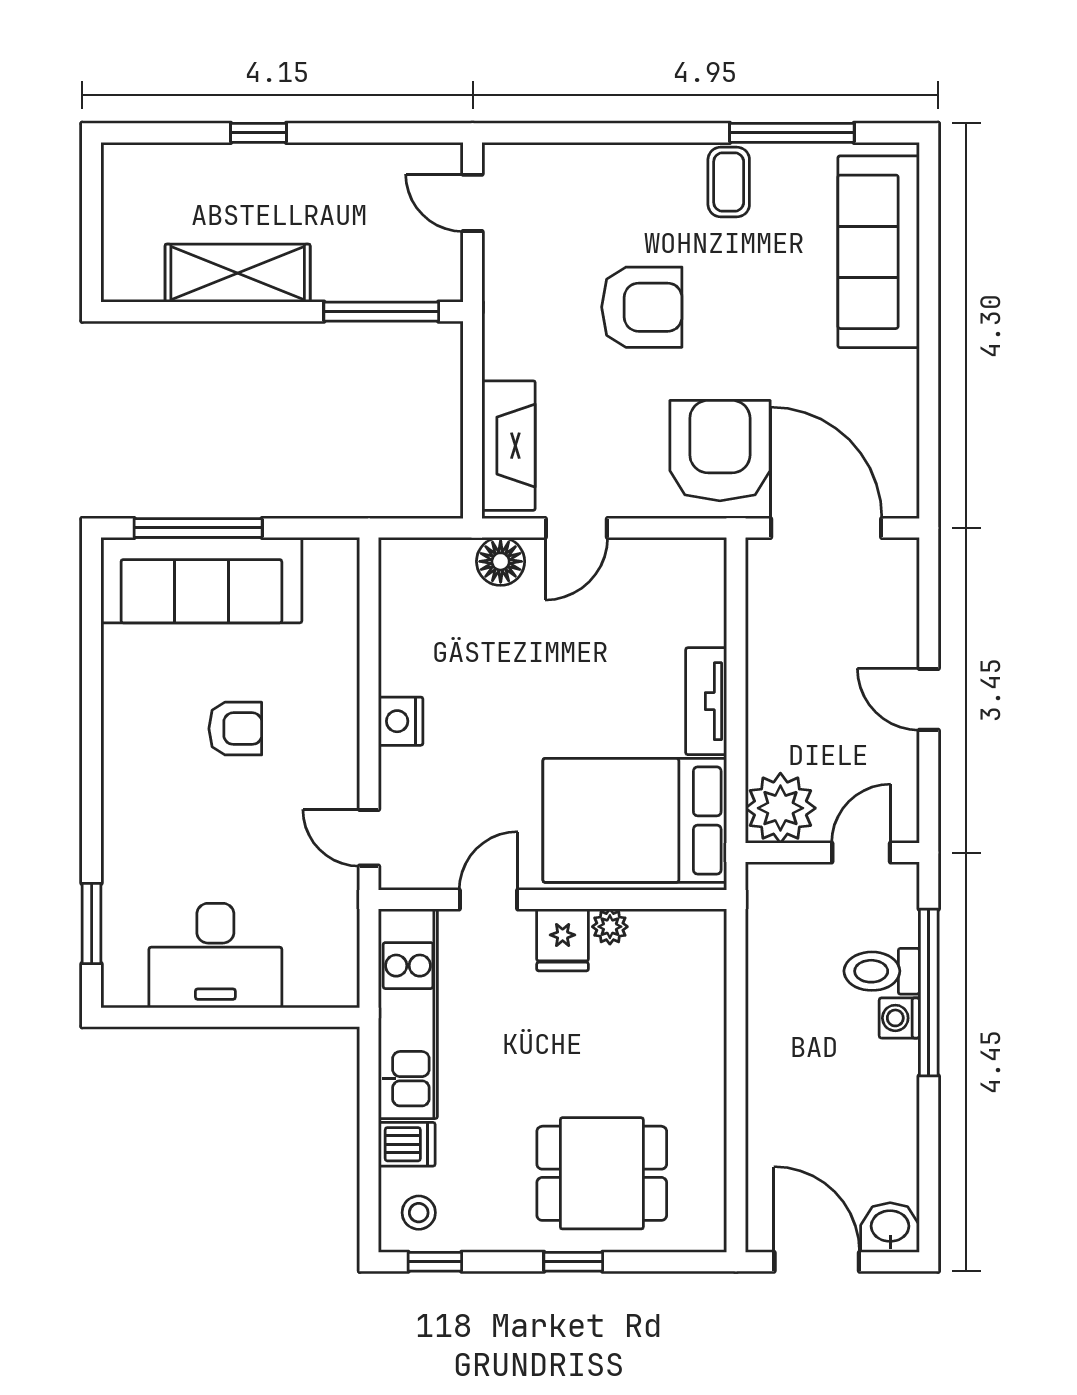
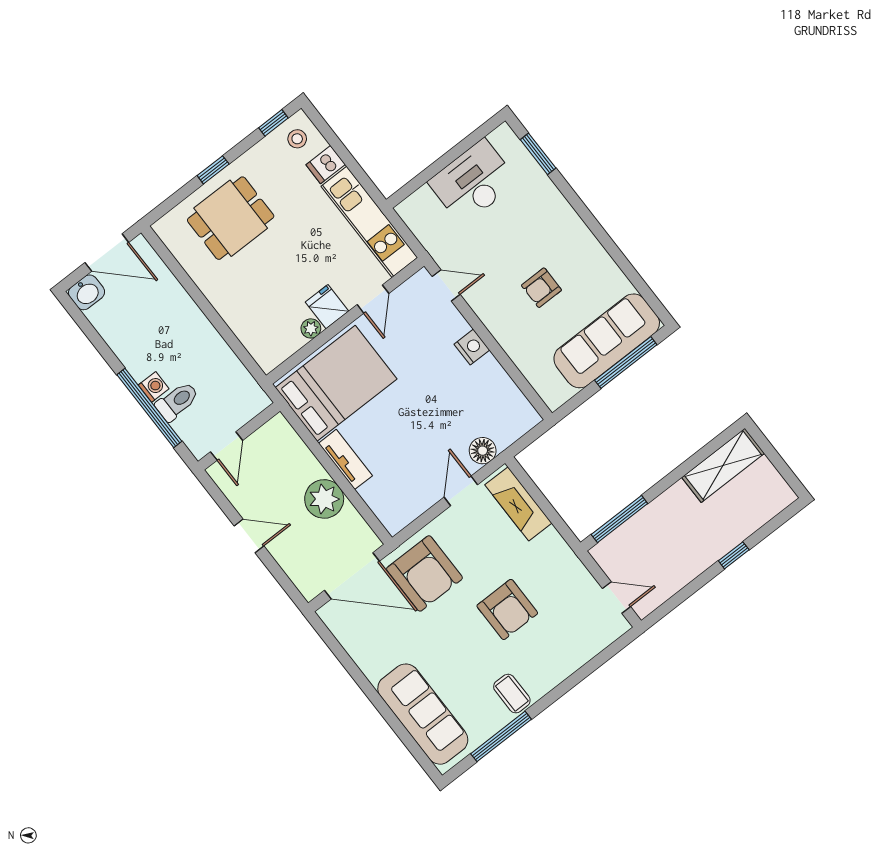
shelving: (238, 273) -> (723, 465), moved
armchair: (642, 307) -> (507, 609), turned -90
plant: (780, 808) -> (324, 499), moved

